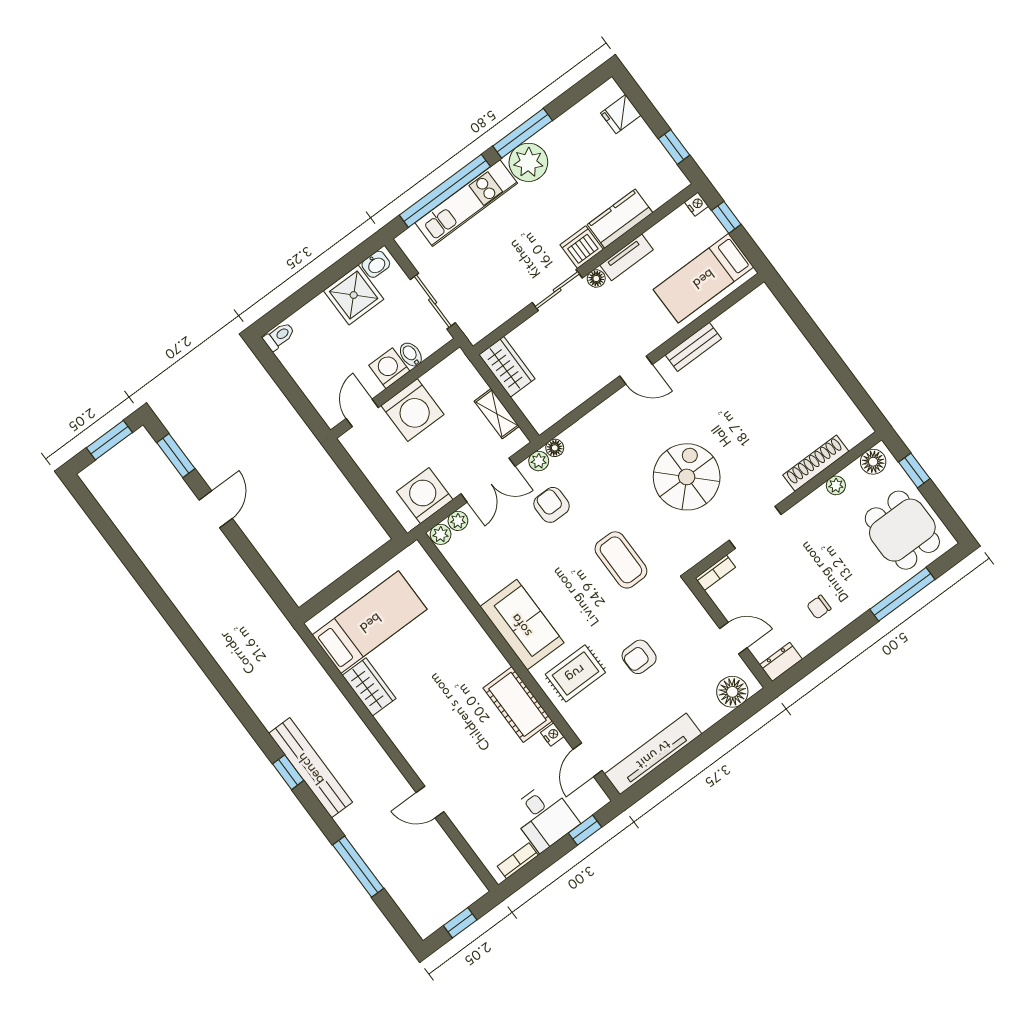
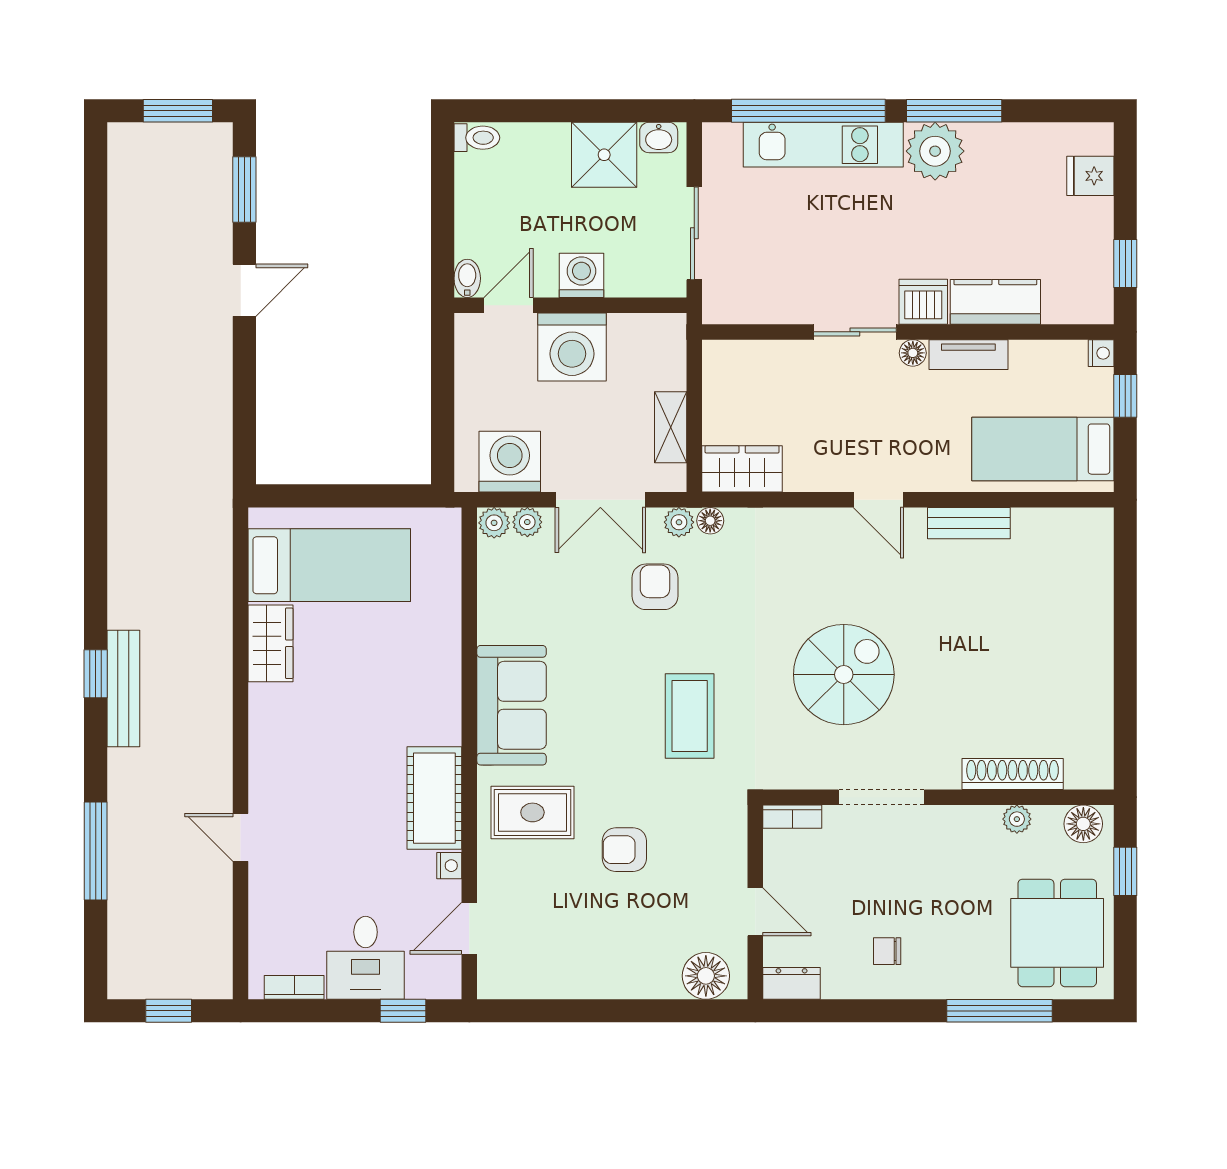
bidet: (411, 355) -> (467, 278), moved
wardrobe: (507, 367) -> (742, 469), moved, turned -90
tv unit: (653, 754) -> (554, 980), removed
bench: (311, 768) -> (123, 688), width x0.73, depth x0.82

